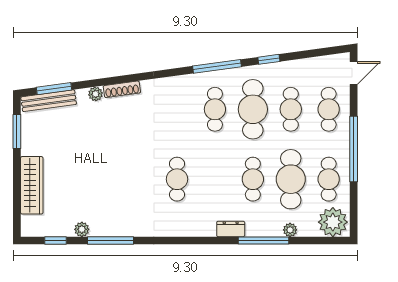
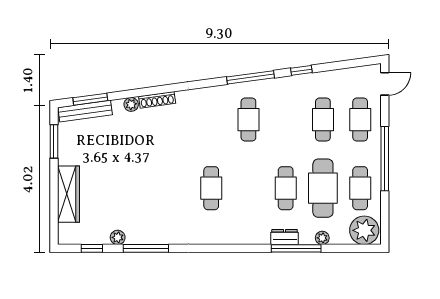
cafe table: (253, 109) -> (286, 120), removed
dresser: (231, 229) -> (285, 237), moved

